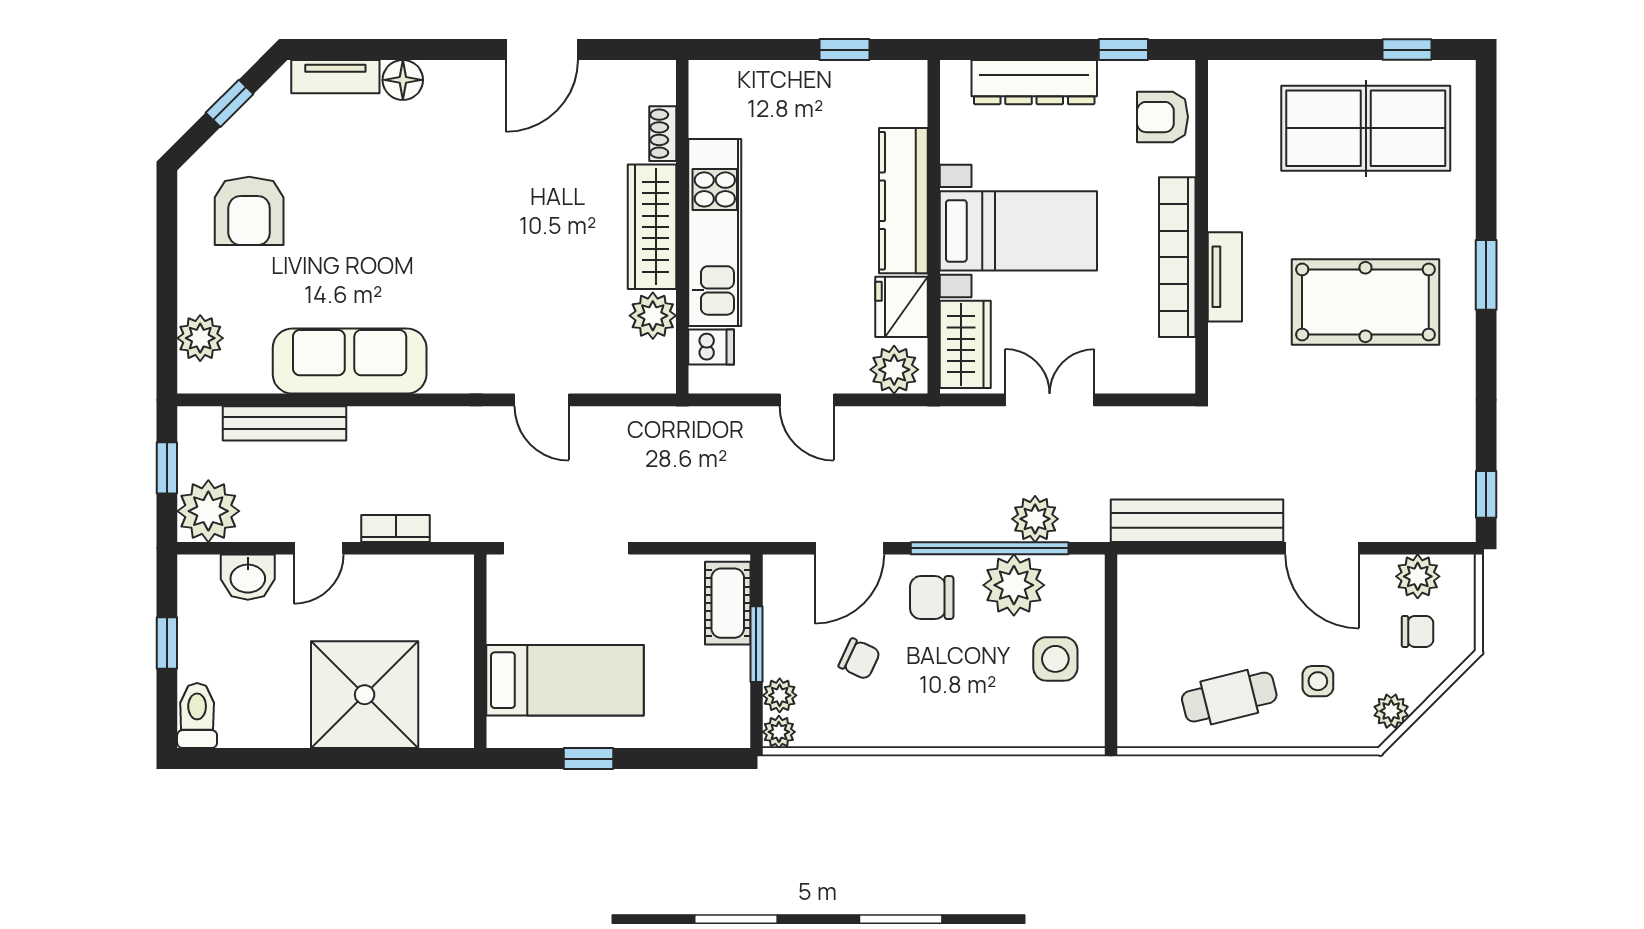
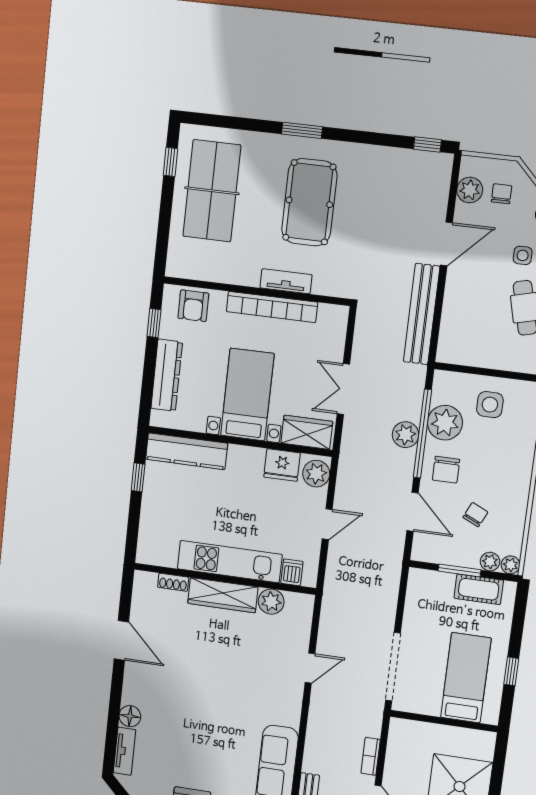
kitchen counter: (903, 201) -> (187, 451), moved
plant: (1035, 519) -> (406, 435), moved
cot: (728, 603) -> (479, 589), moved

